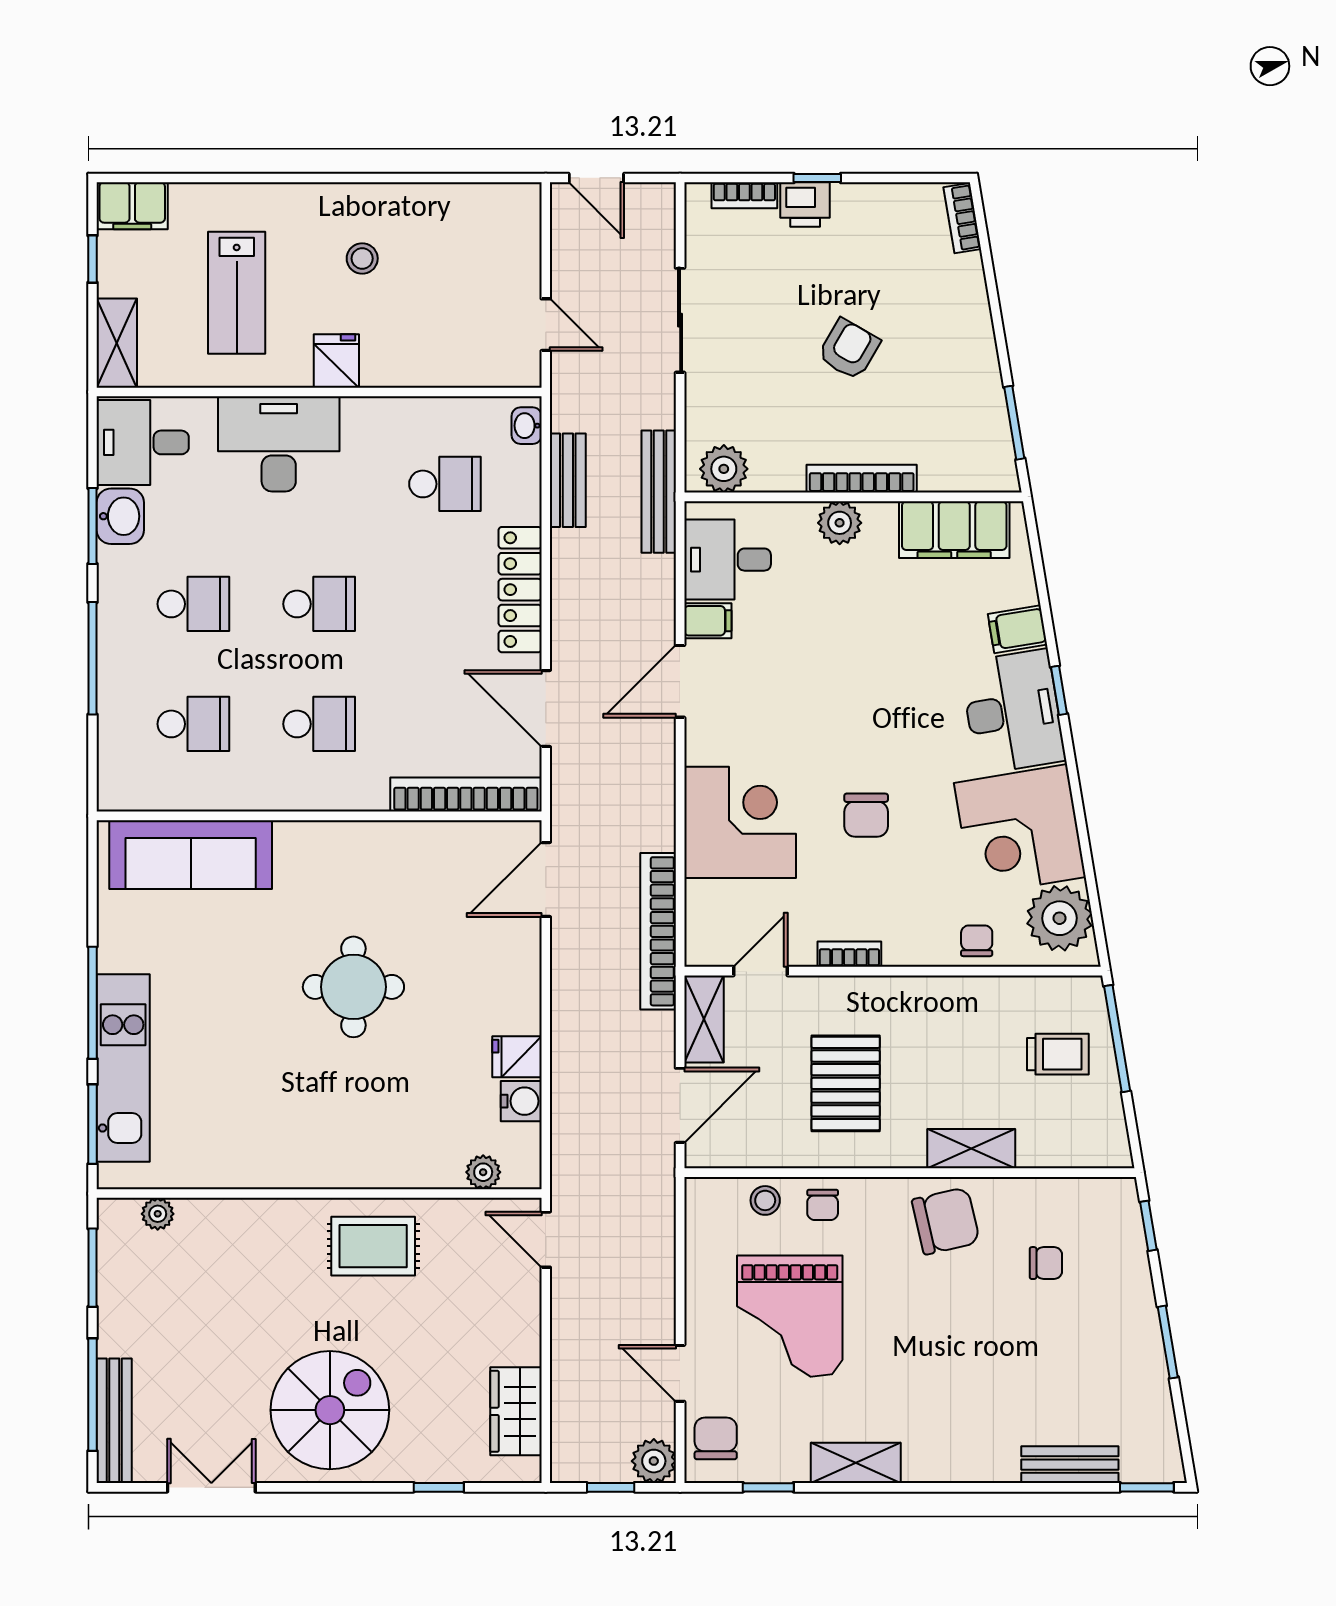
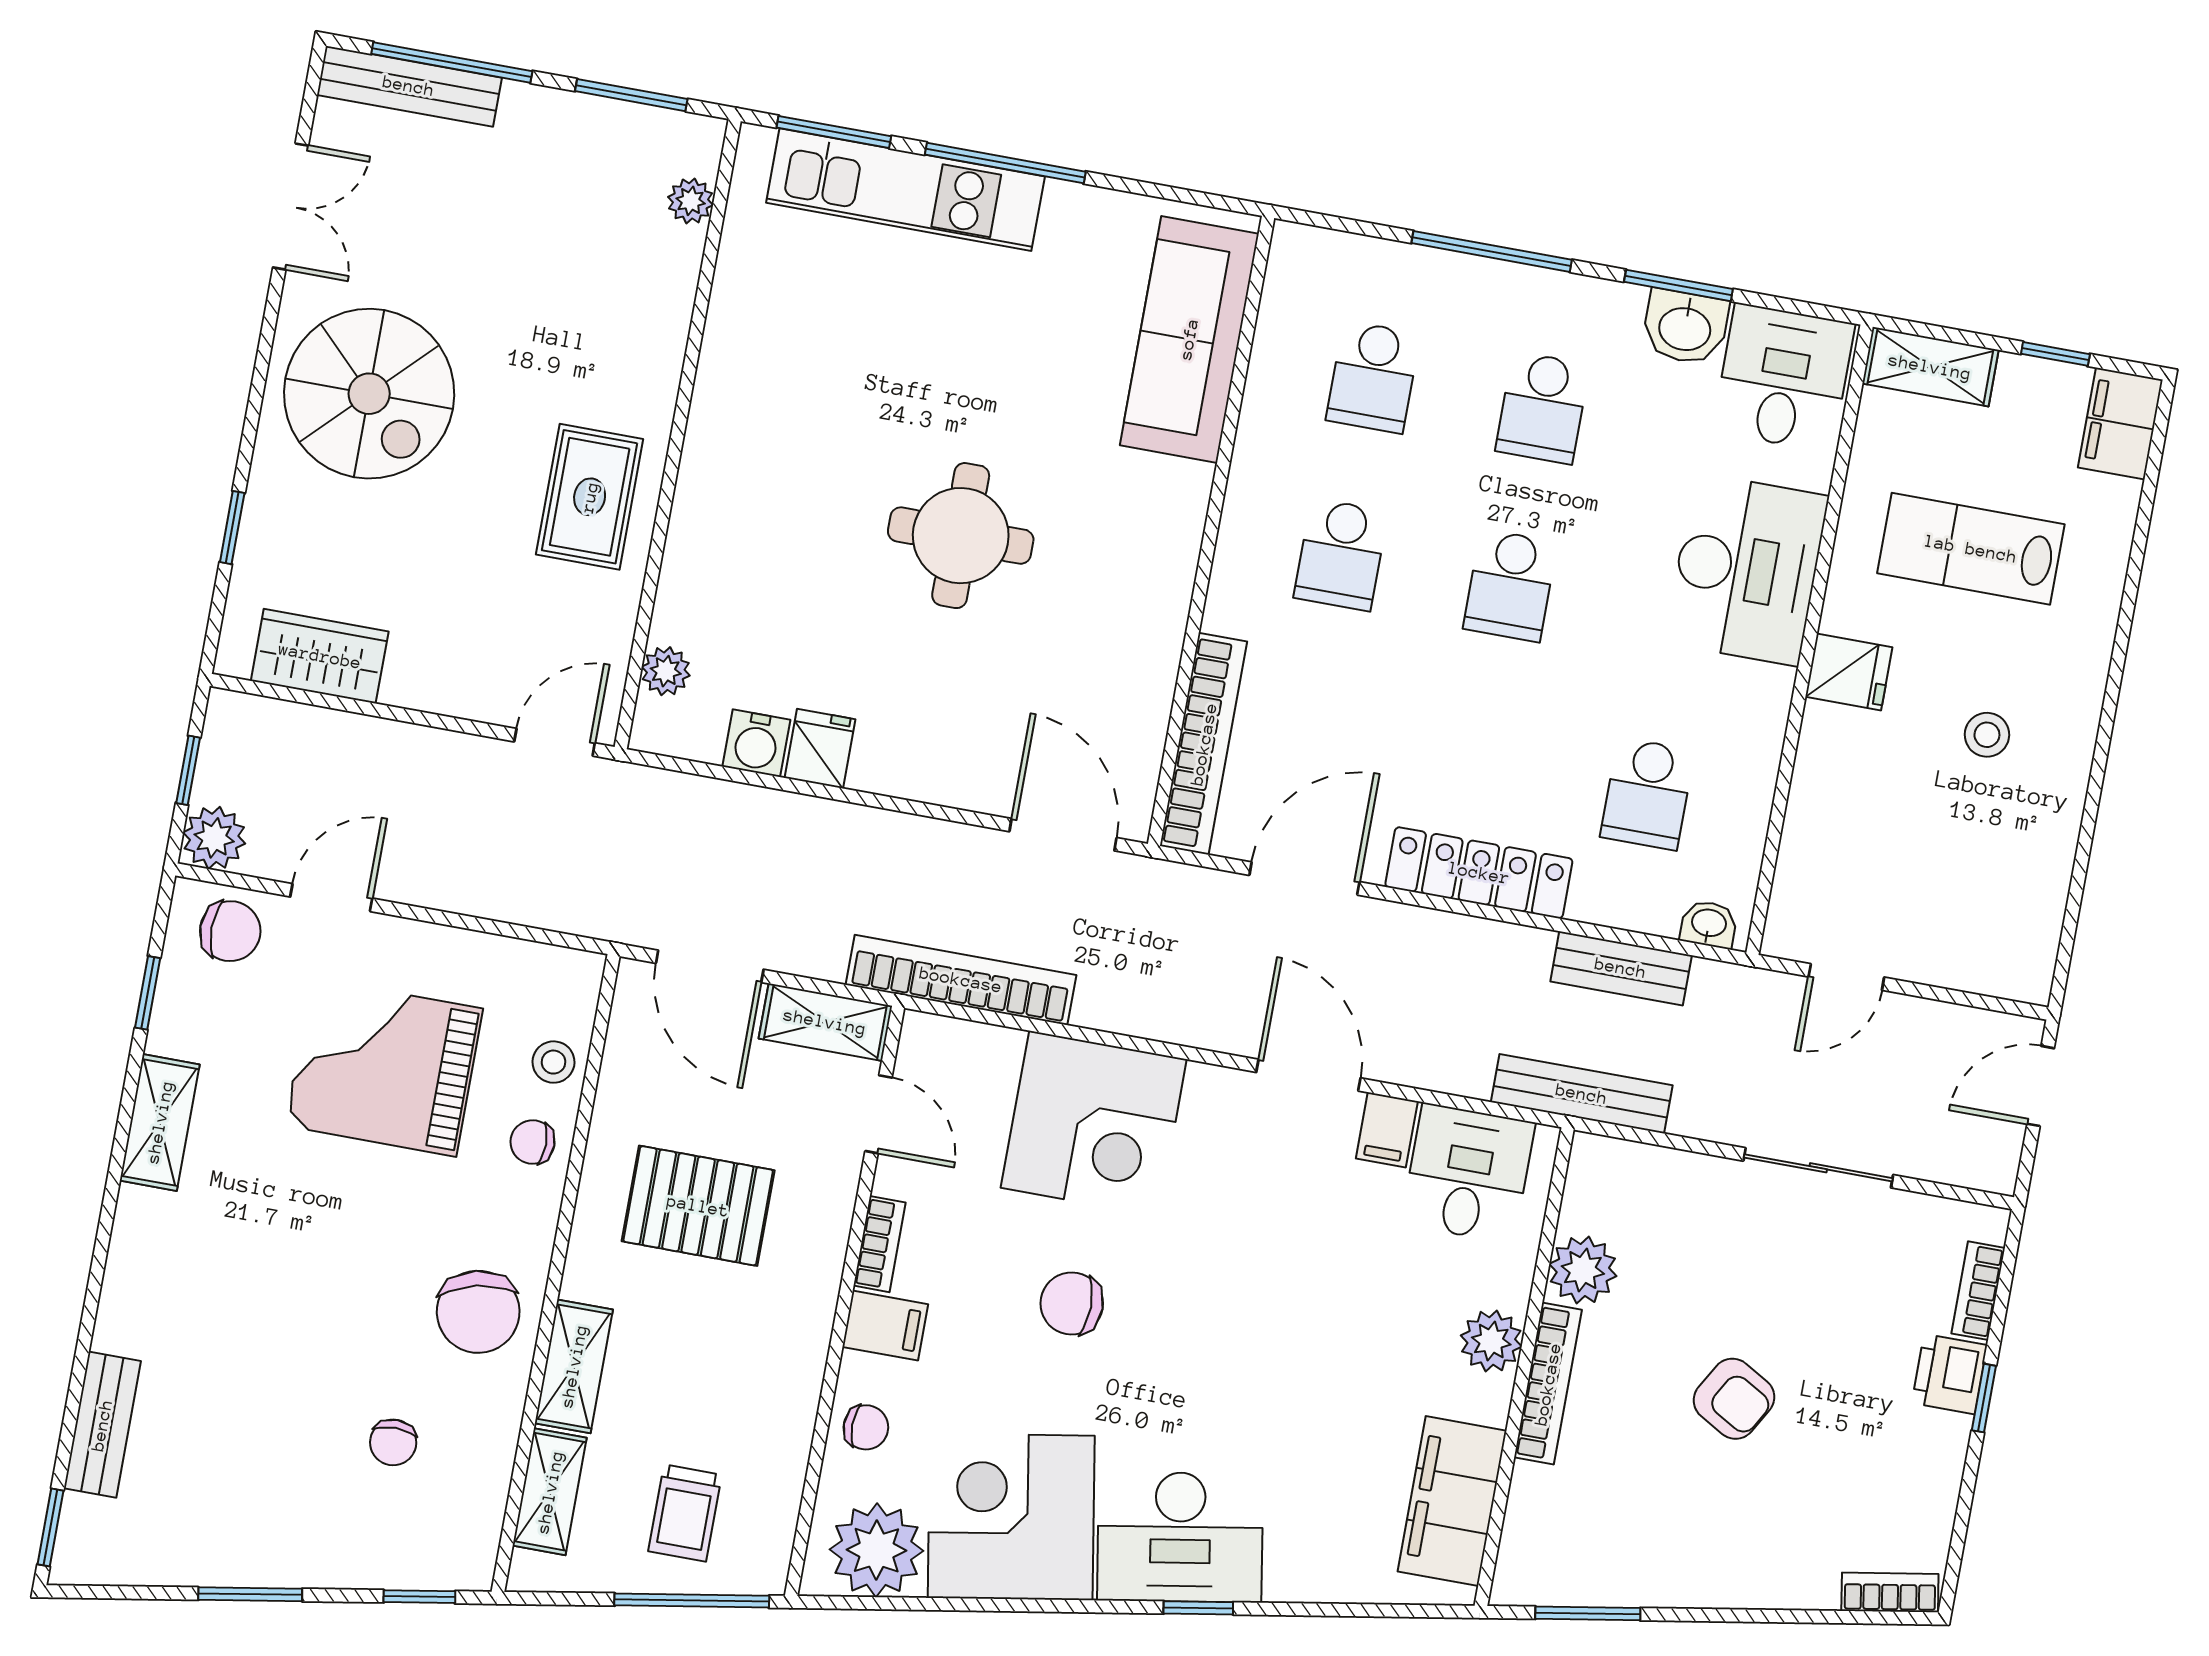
plant: (724, 469) -> (1583, 1270), moved
filing cabinet: (1017, 629) -> (885, 1326), moved, turned 99
shelving: (1060, 1150) -> (550, 1492), added

